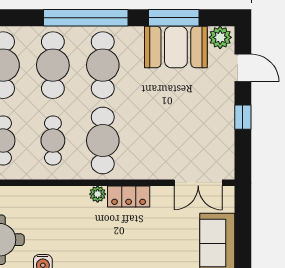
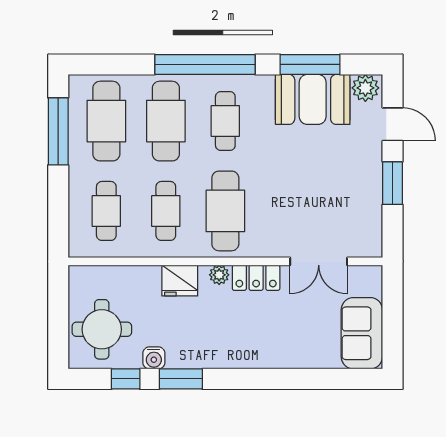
cafe table: (103, 65) -> (225, 121), width x0.73, depth x0.74
window: (243, 117) -> (392, 183), width x1.50
double door: (198, 183) -> (319, 261), moved
fridge: (65, 199) -> (180, 280), added

